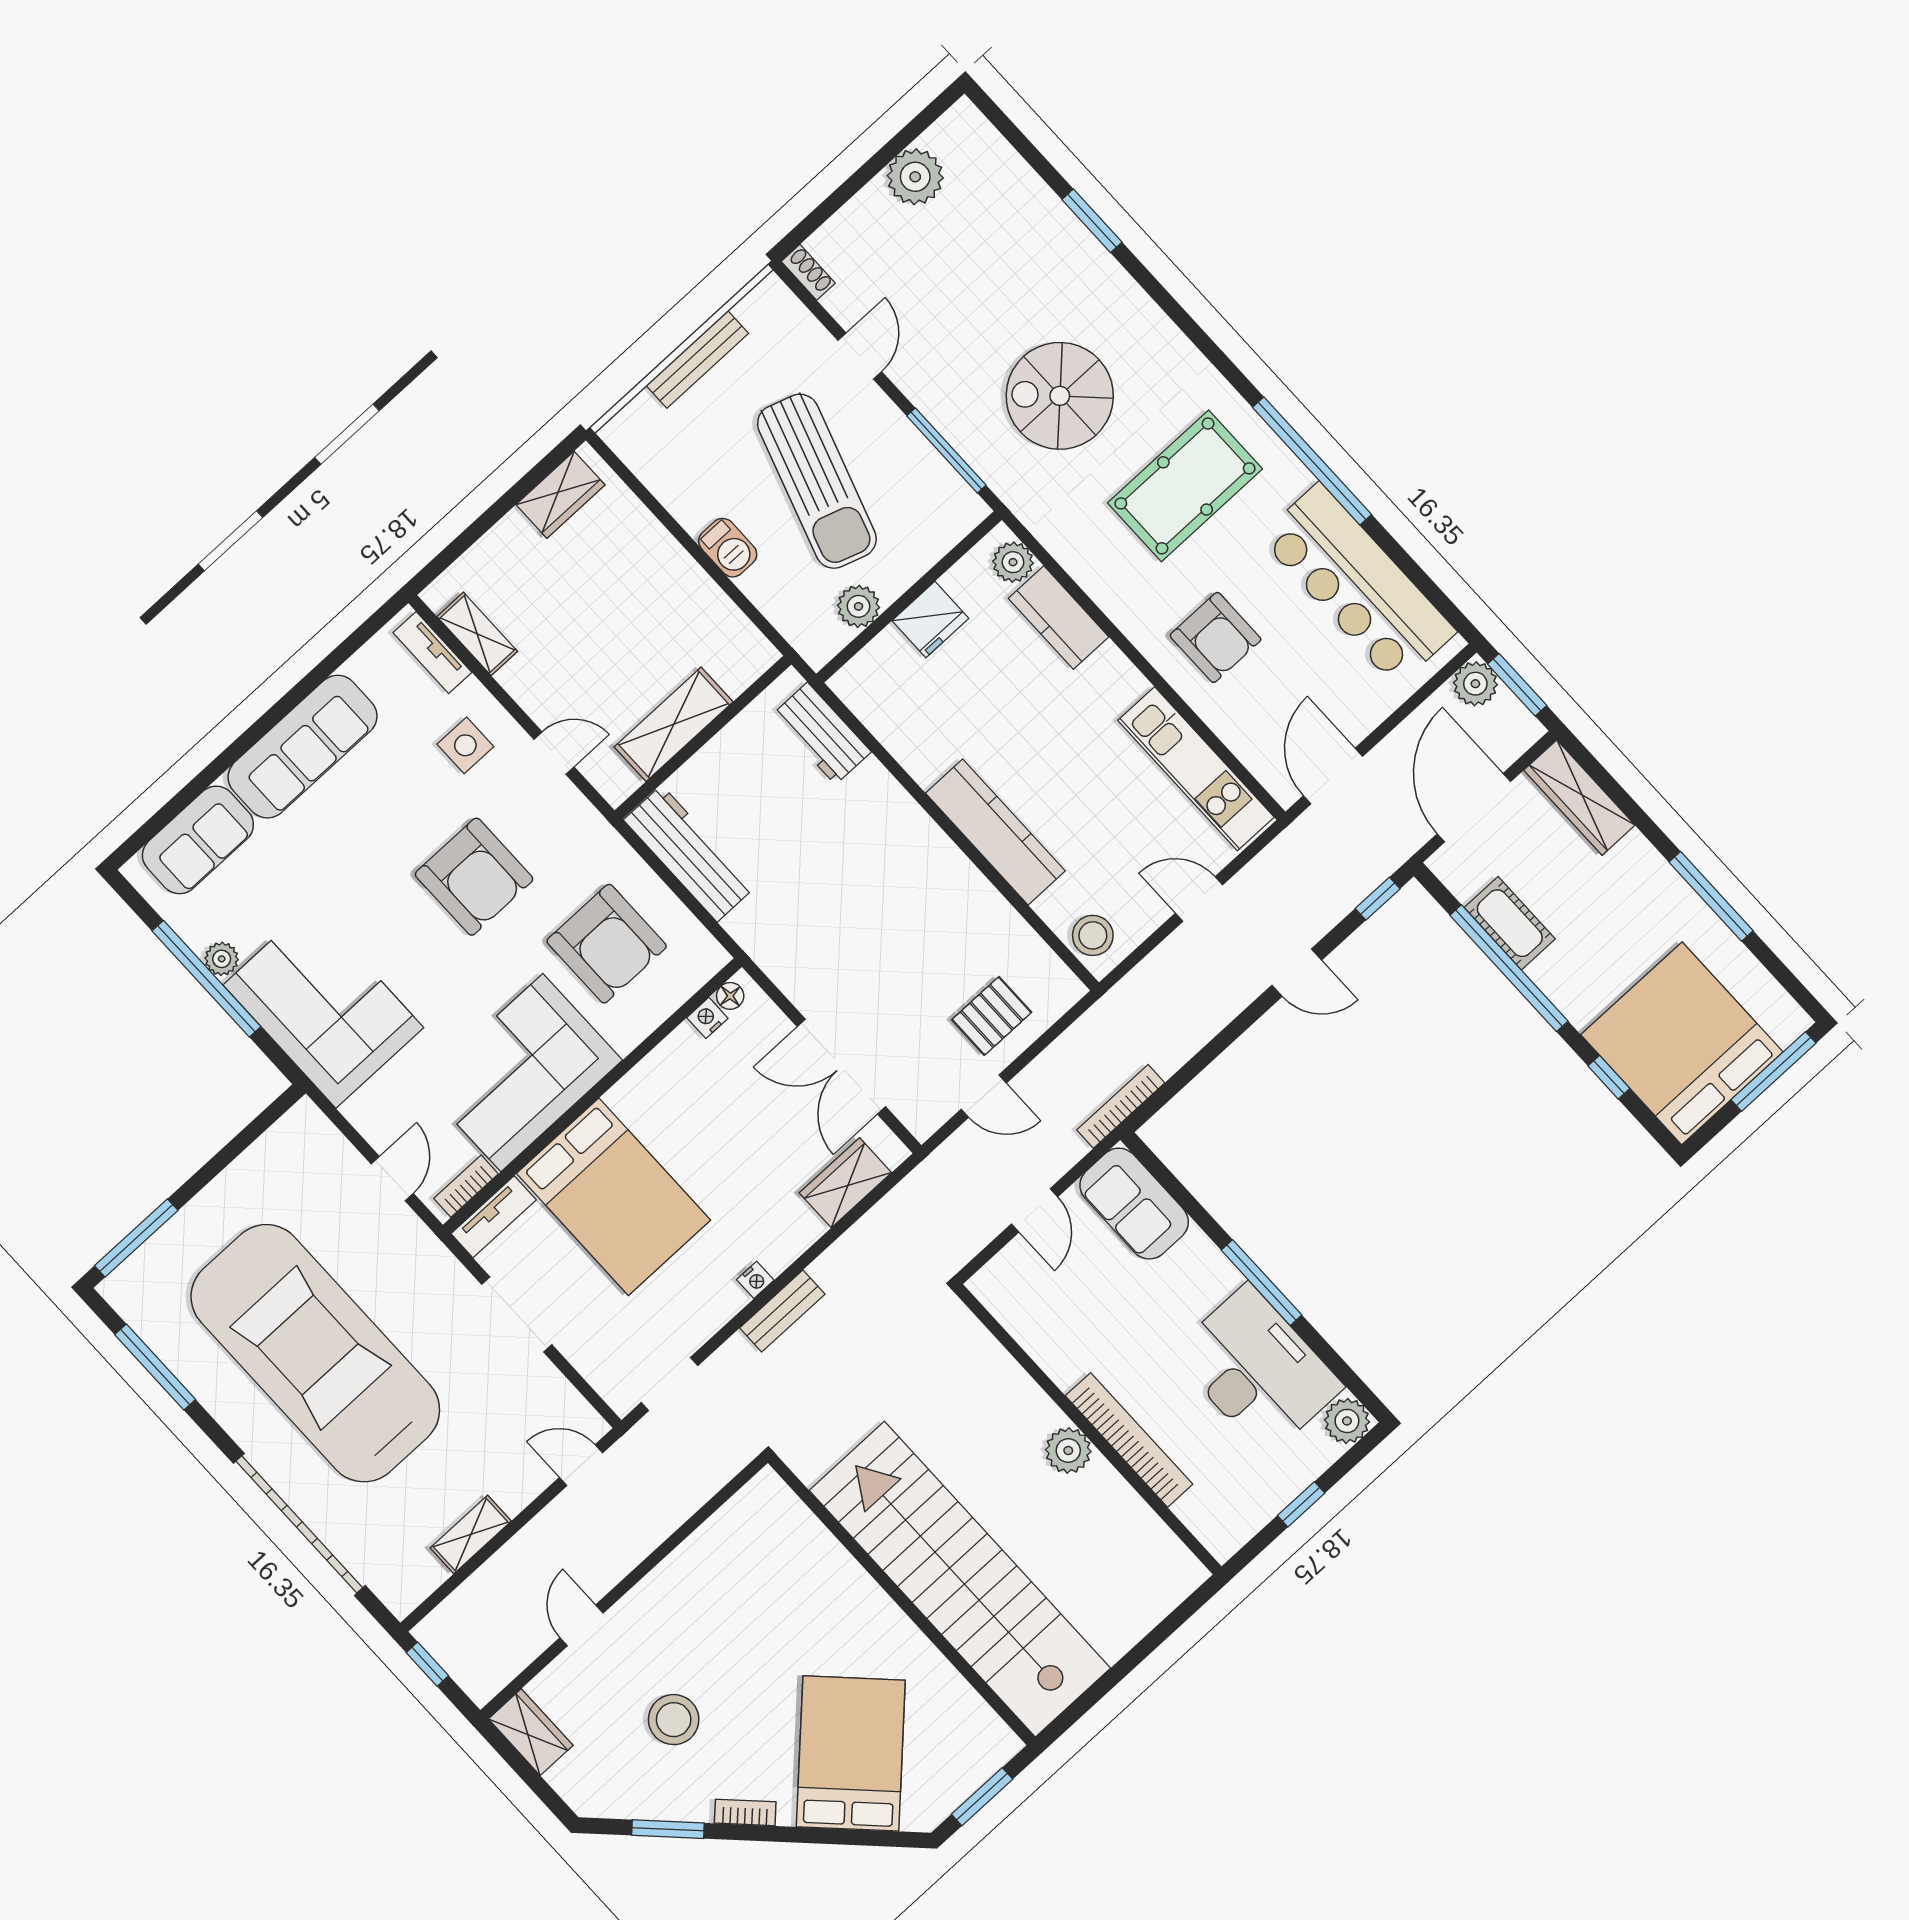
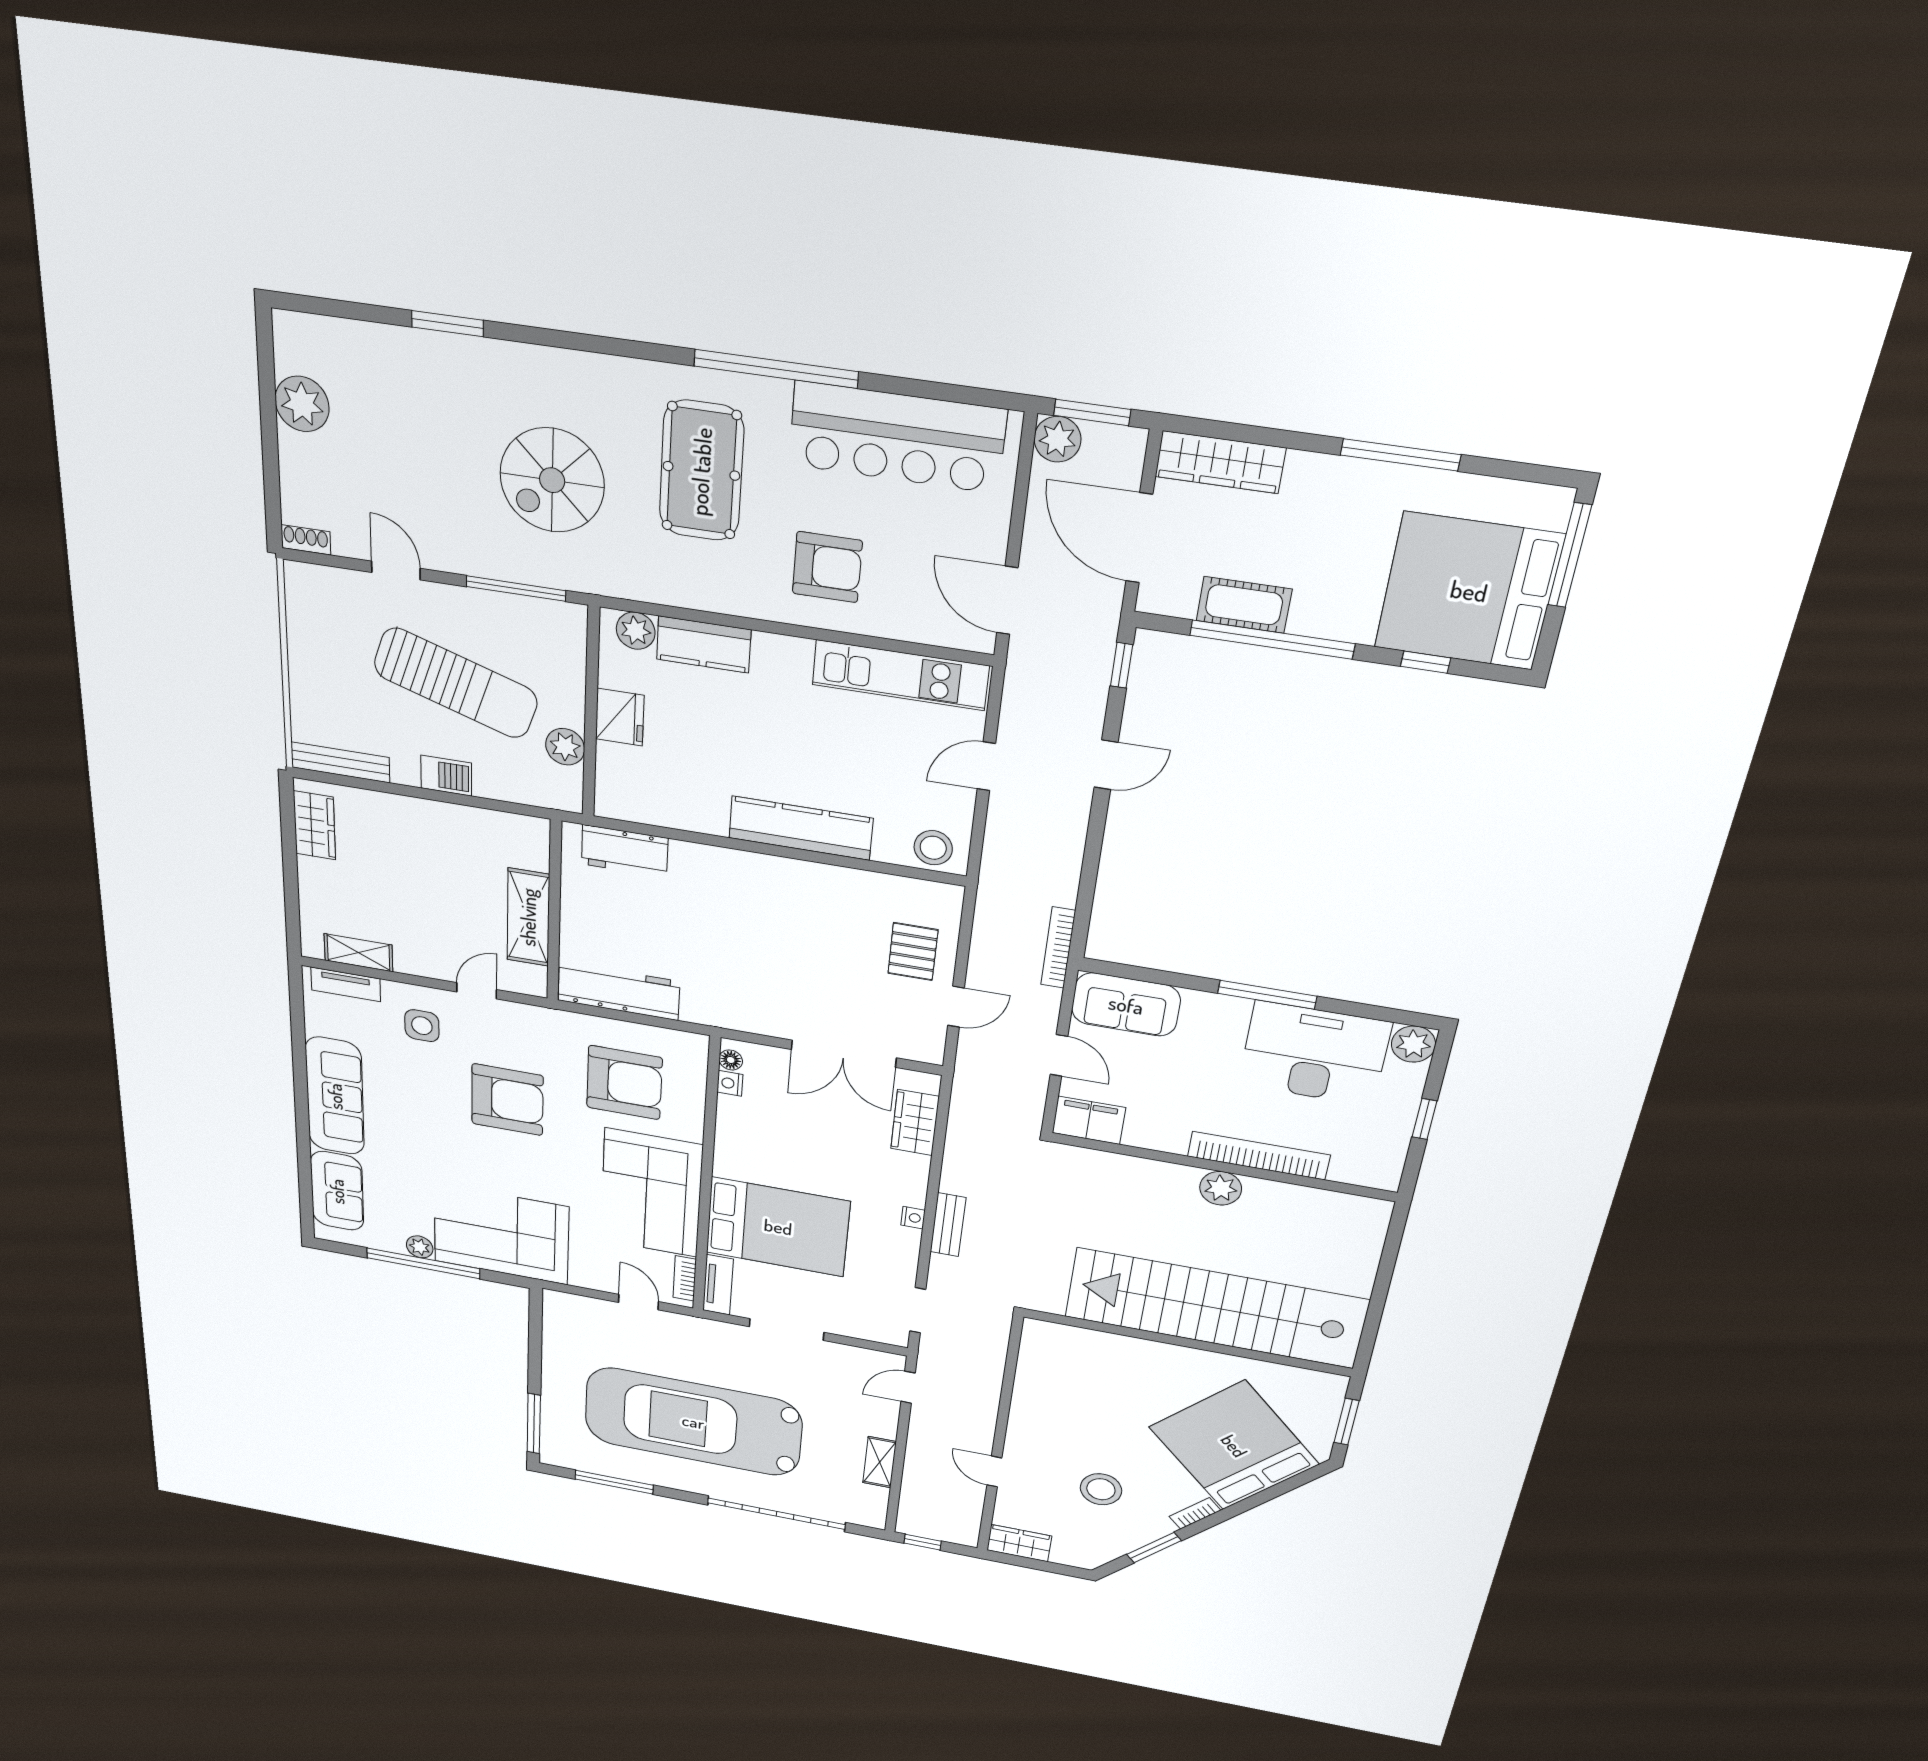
bench: (697, 359) -> (340, 762), moved, turned 90
filing cabinet: (1007, 1295) -> (1089, 1120), added
bed: (851, 1753) -> (1234, 1446), width x1.36

